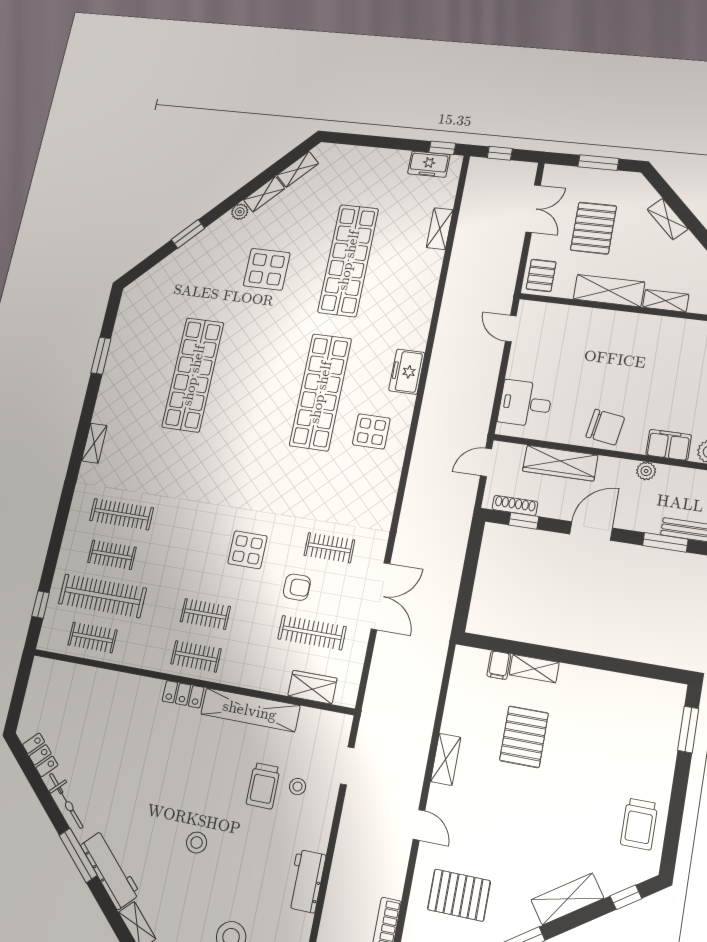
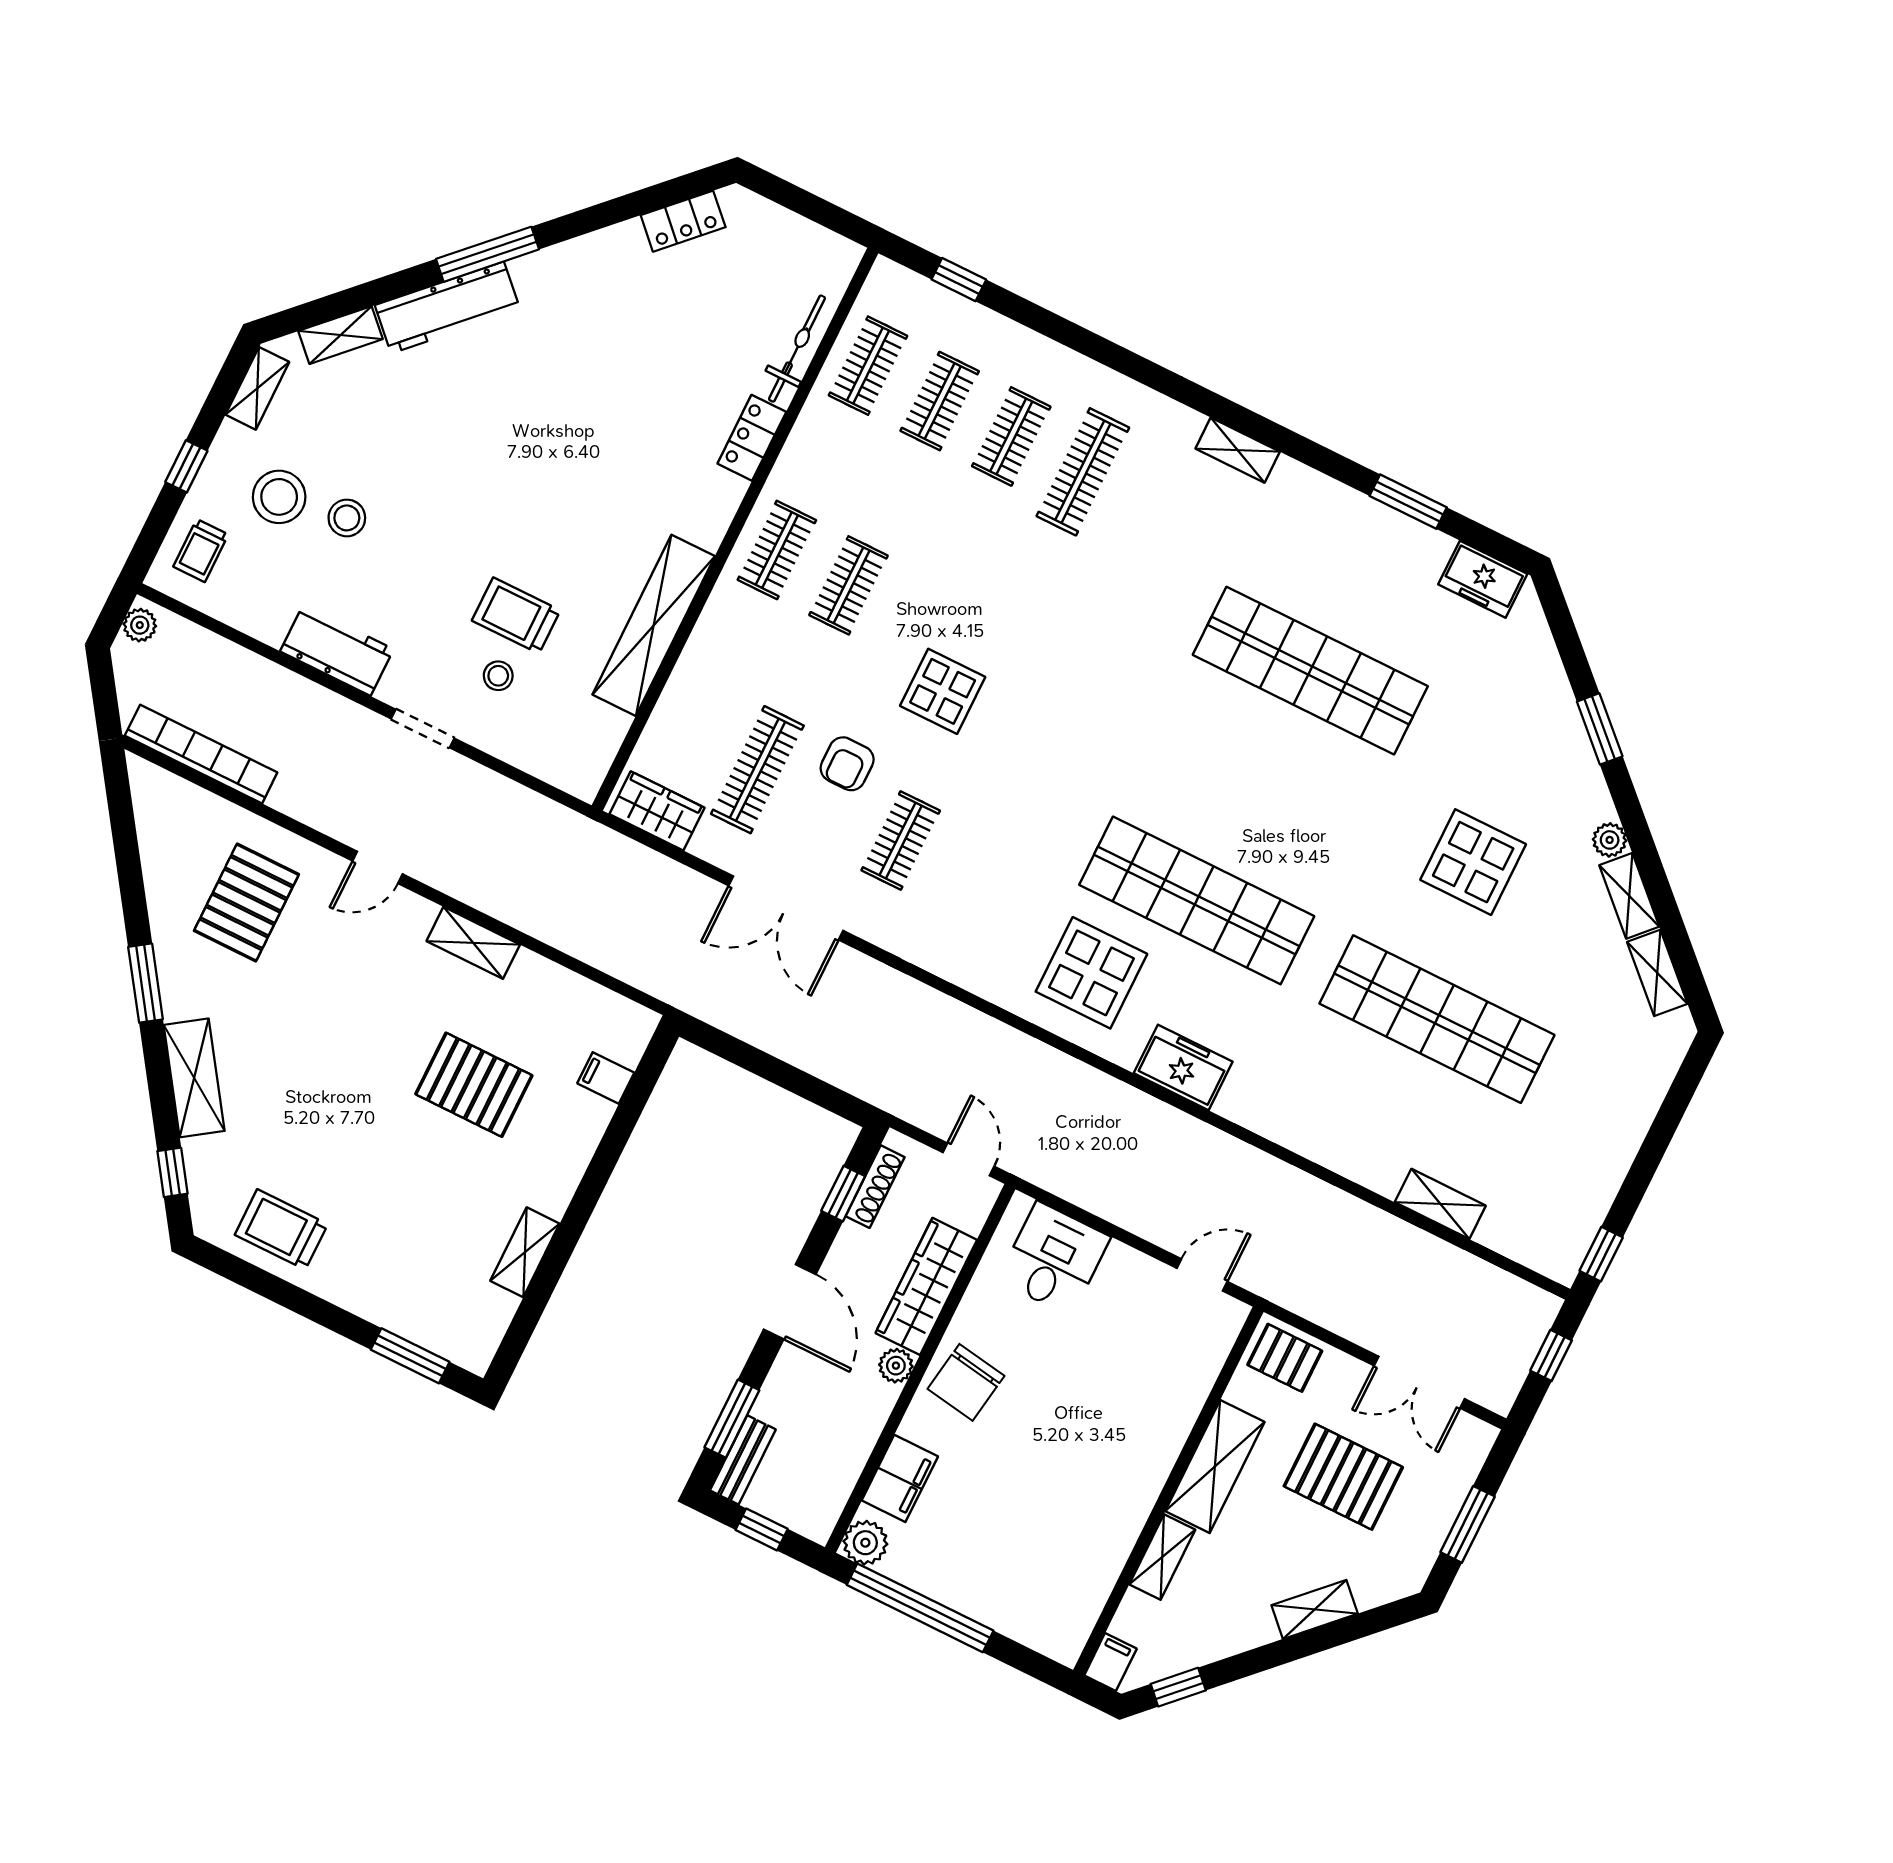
freezer: (429, 164) -> (1483, 579), moved, turned -90
display table: (371, 431) -> (1091, 973), width x1.36, depth x1.36
plant: (646, 471) -> (896, 1366), moved
clothes rail: (102, 596) -> (940, 401), width x0.54, depth x0.76
shelving: (534, 669) -> (525, 1252), moved
wardrobe: (312, 687) -> (657, 811), moved, turned -90
locker: (183, 694) -> (752, 438), moved
doorway: (347, 766) -> (423, 729), moved
bicycle: (66, 801) -> (797, 349), moved, turned 135
stool: (197, 843) -> (347, 518), moved

